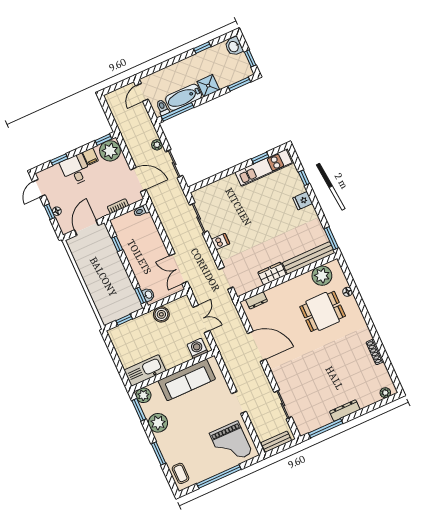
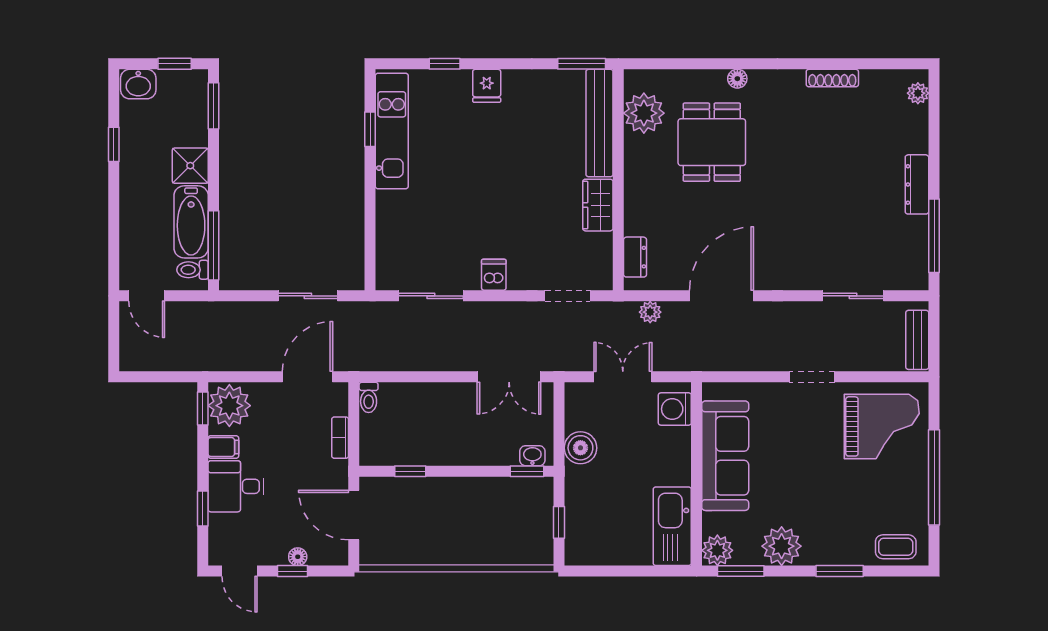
plant: (157, 145) -> (650, 312), moved
floor lamp: (347, 292) -> (737, 79), moved

